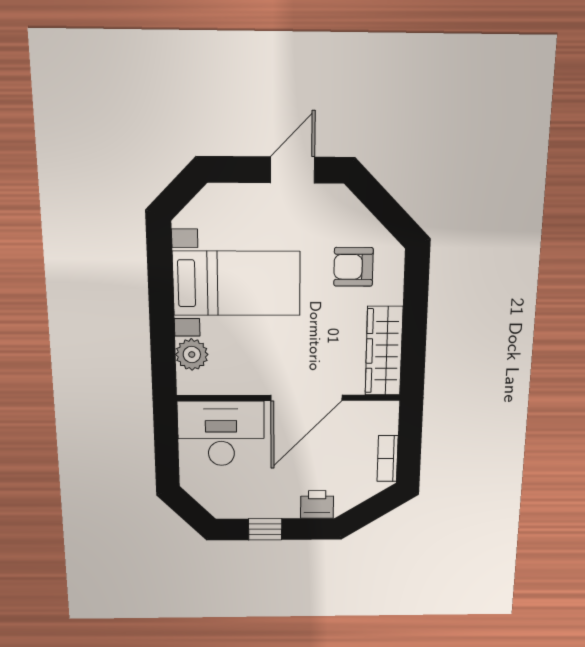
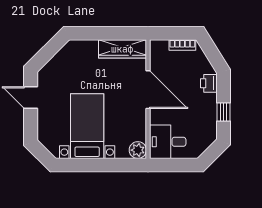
armchair: (353, 267) -> (78, 66), removed
plant: (192, 354) -> (138, 150), moved
desk: (221, 433) -> (168, 142), width x0.73

